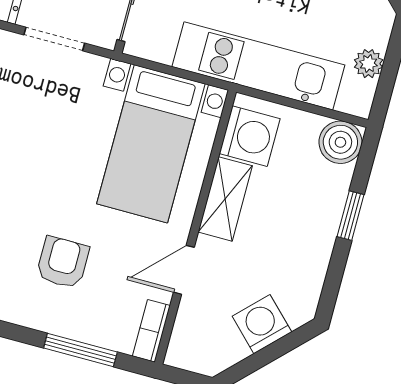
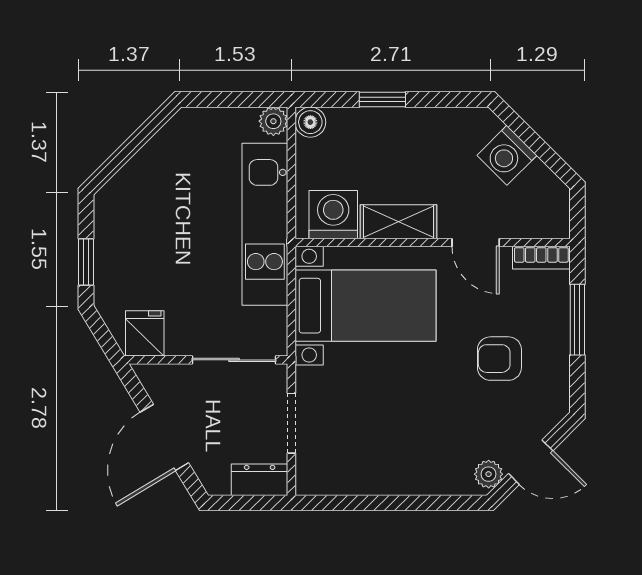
plant: (369, 64) -> (273, 121), moved
boiler: (340, 142) -> (310, 122), width x0.73, depth x0.73

